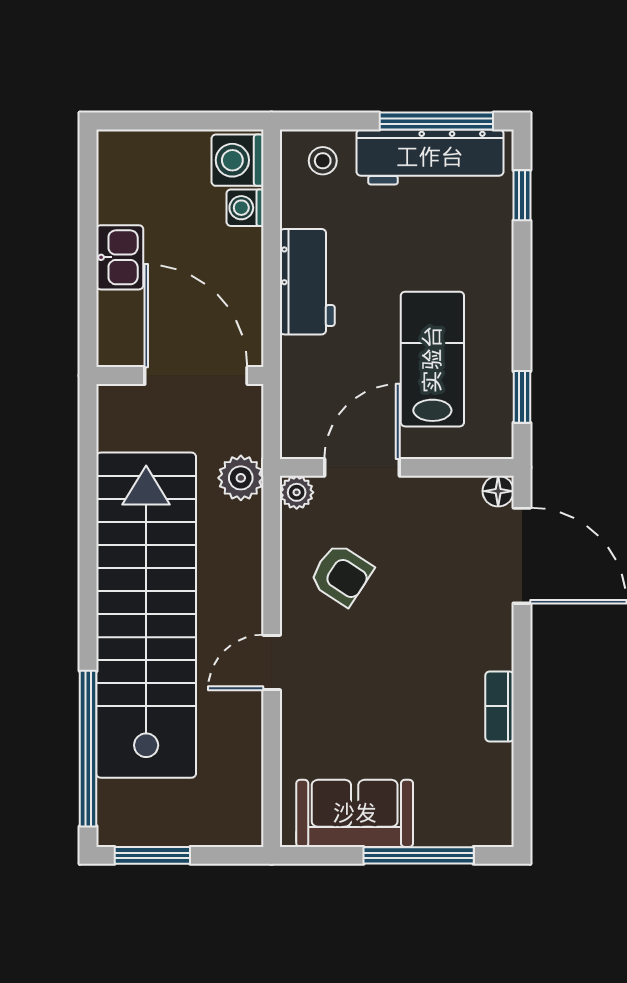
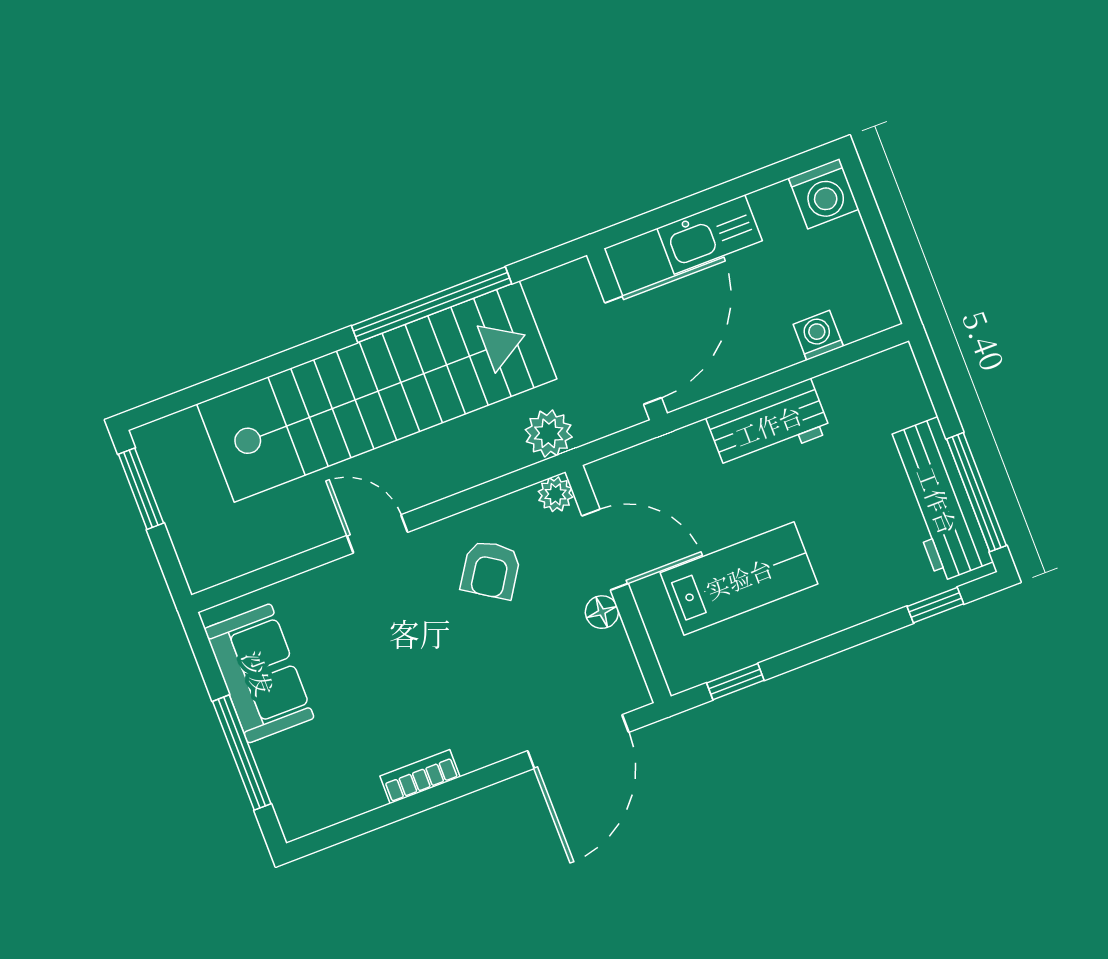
washing machine: (237, 160) -> (824, 194), moved, turned 180
stool: (323, 161) -> (894, 395), removed
kitchen sink: (120, 257) -> (710, 235), width x1.38
floor lamp: (498, 491) -> (602, 612), moved
window: (88, 749) -> (431, 305), moved

